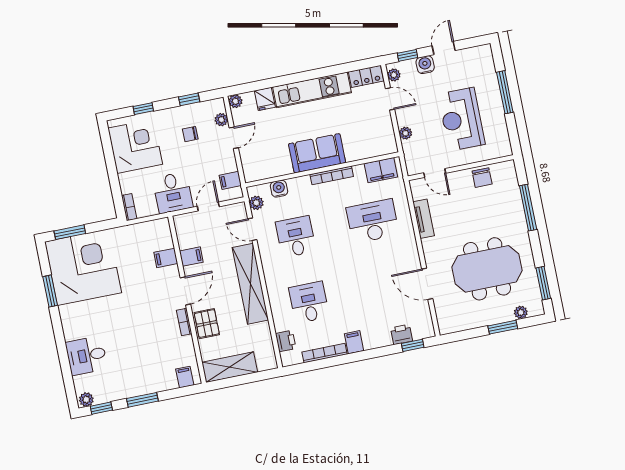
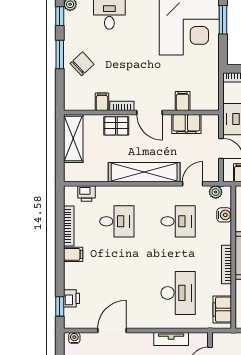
filing cabinet: (191, 257) -> (186, 124), width x2.00
water cooler: (443, 323) -> (74, 338), added
chair: (148, 374) -> (82, 64), added
filing cabinet: (185, 377) -> (102, 102), moved, turned -90

